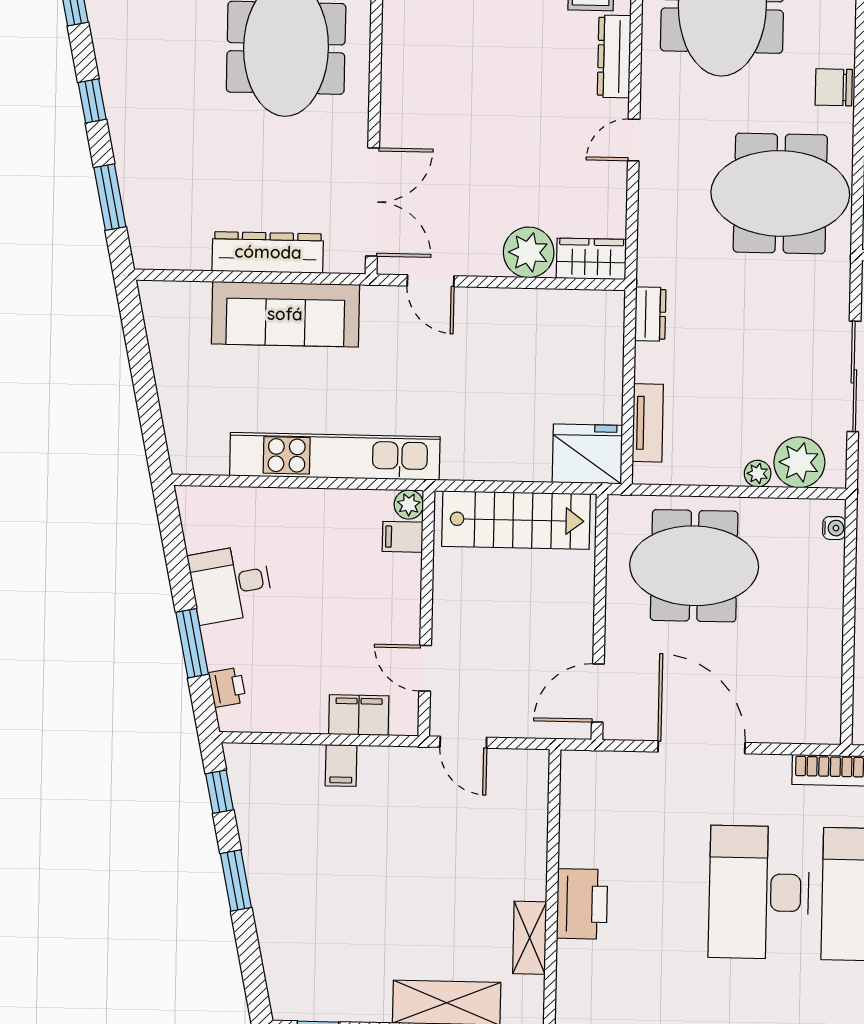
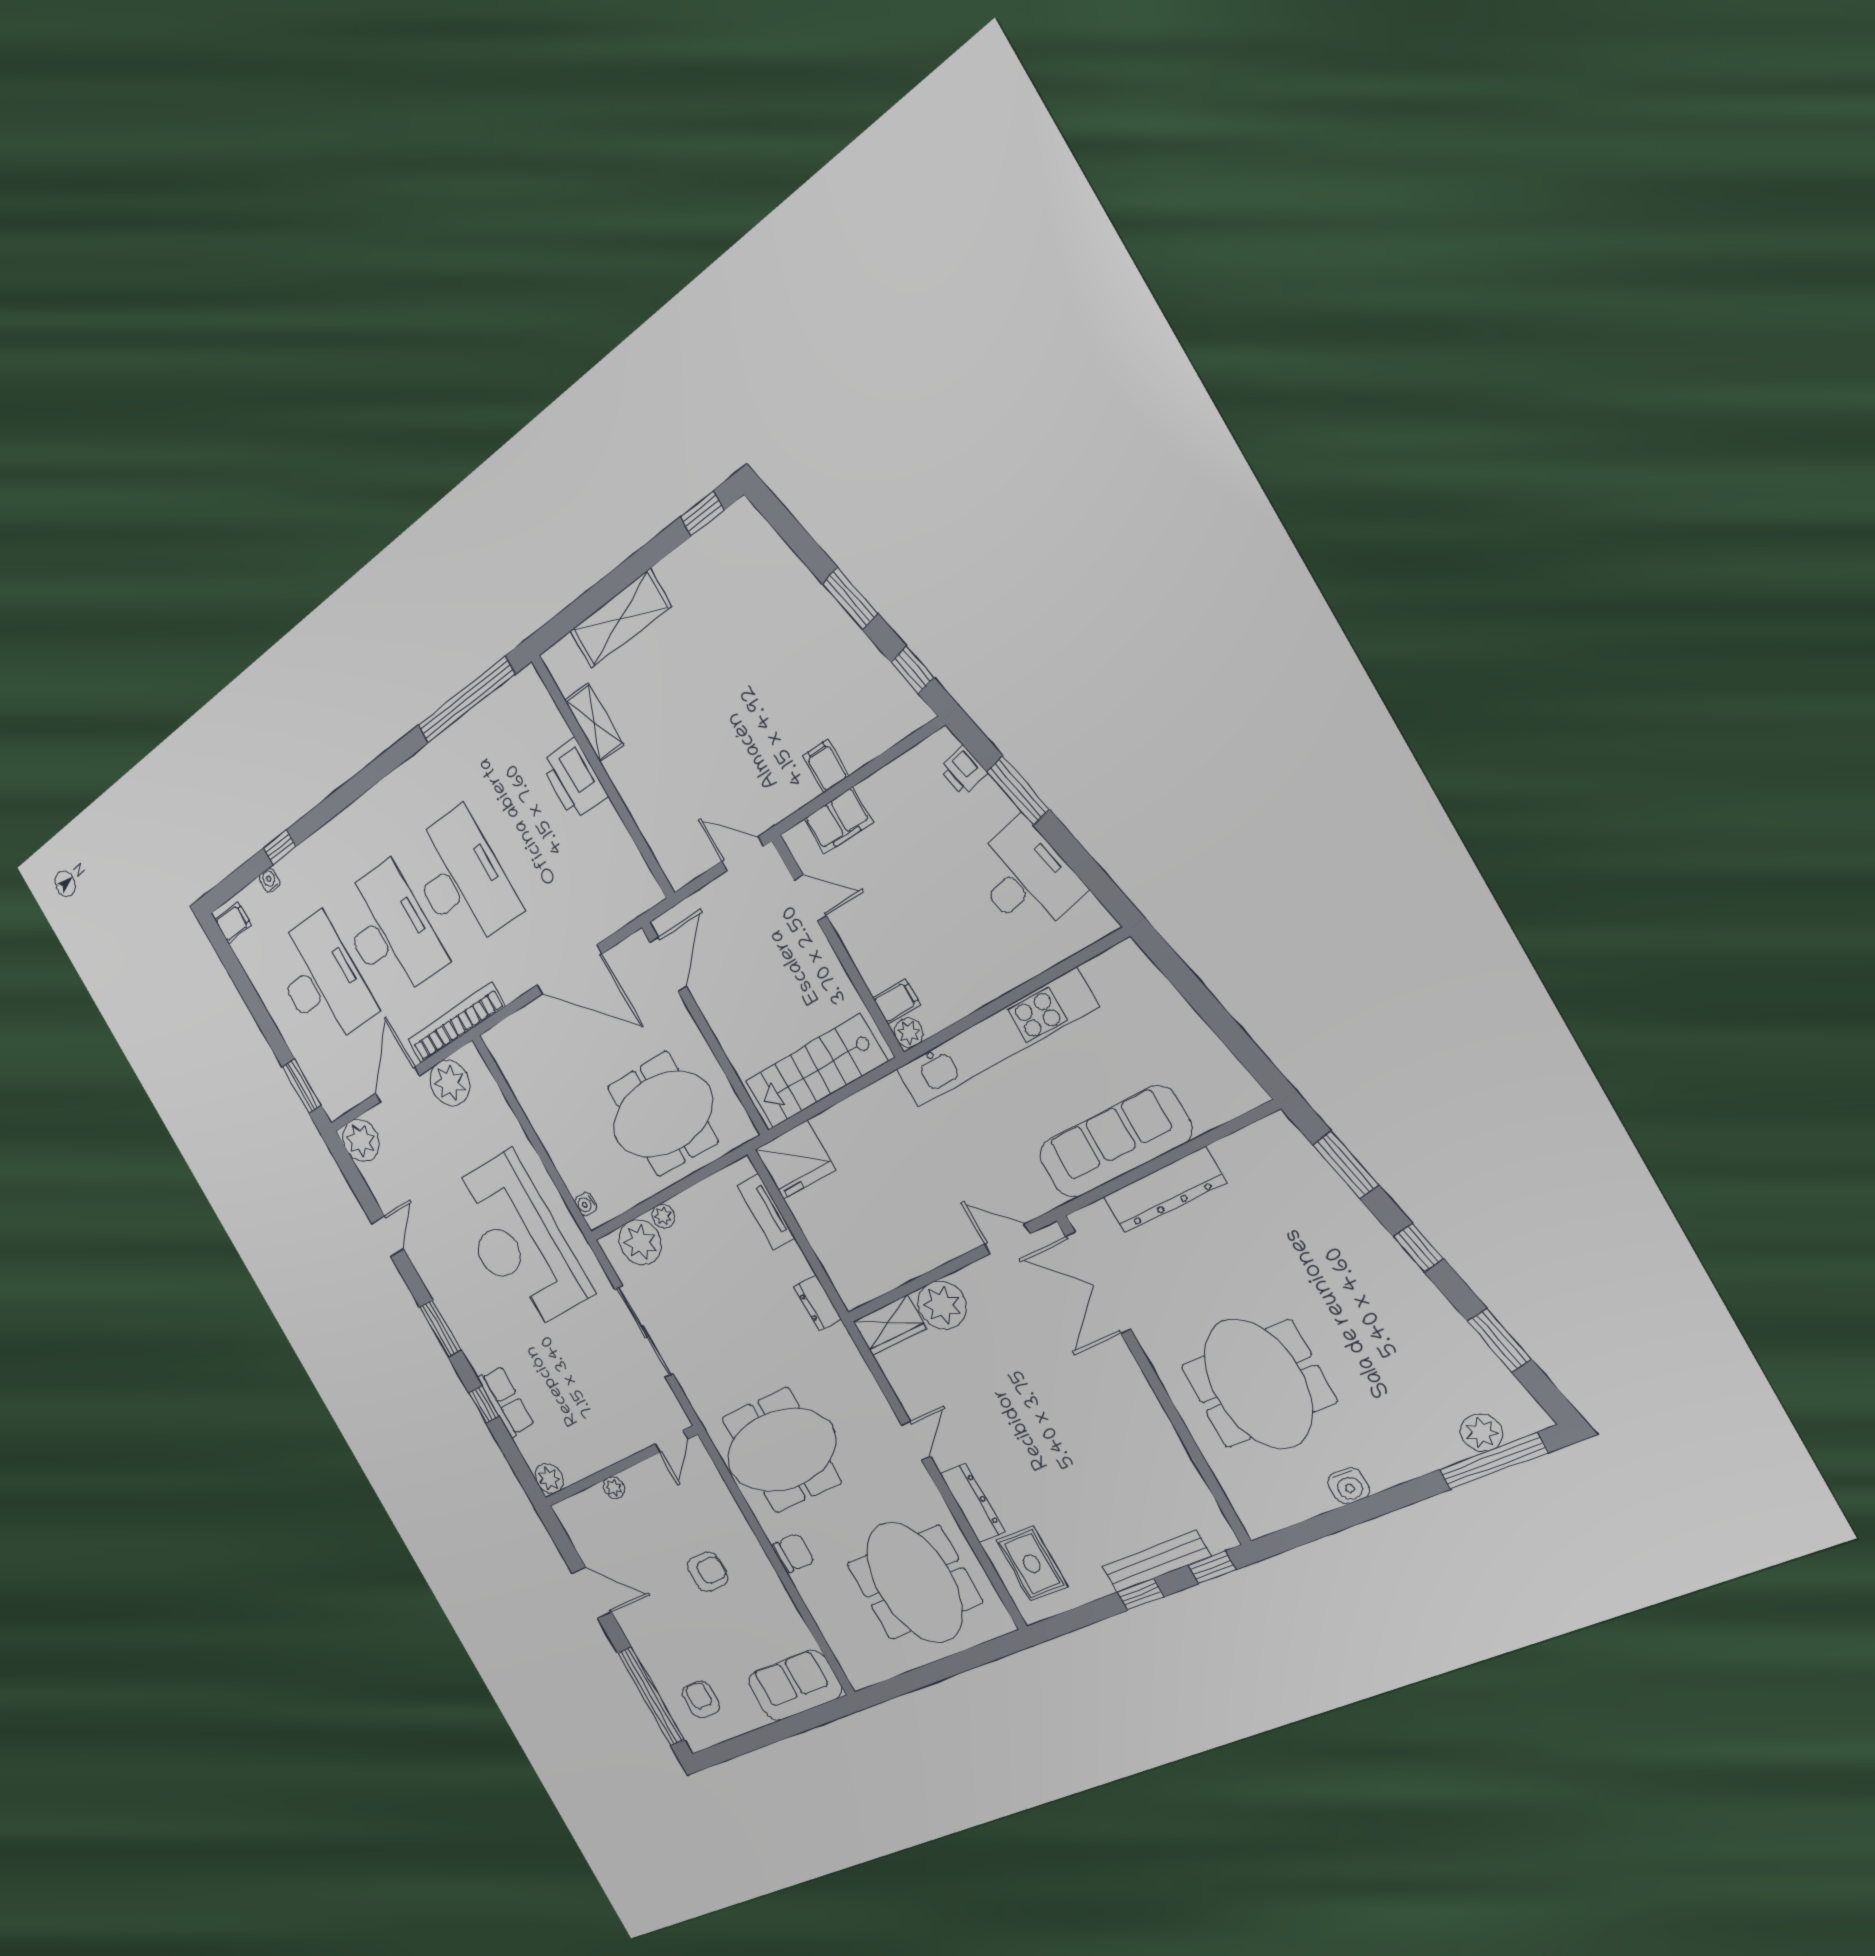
desk: (231, 584) -> (1026, 878), width x1.37

